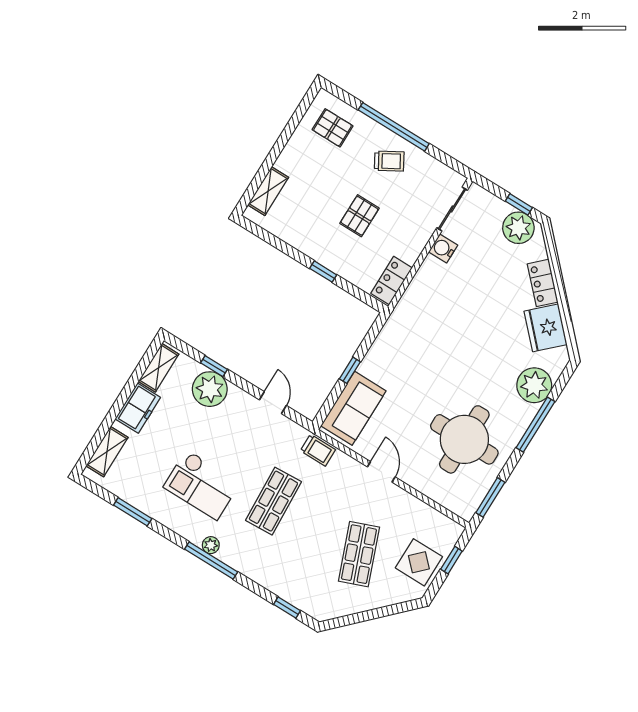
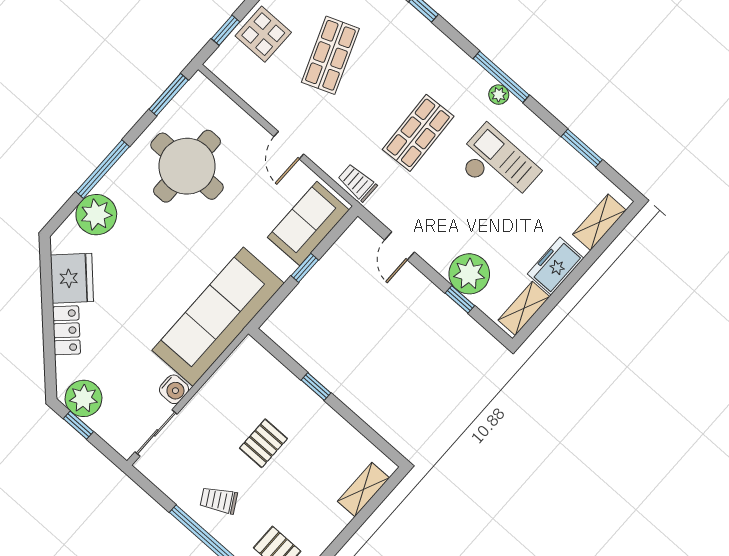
locker: (392, 281) -> (239, 363), removed
sofa: (416, 316) -> (218, 317), added

